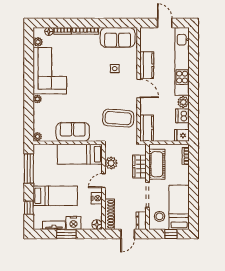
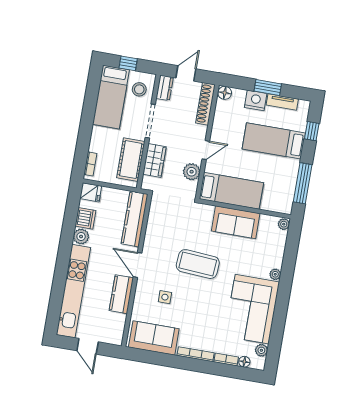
coffee table: (118, 118) -> (198, 264), moved
kitchen counter: (147, 128) -> (135, 219), width x1.50
nightstand: (97, 198) -> (219, 128), removed

